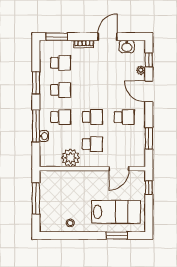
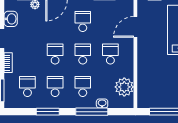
school desk: (92, 90) -> (55, 54), added
plant: (70, 158) -> (124, 87), moved
door: (119, 169) -> (135, 27), swing flipped

